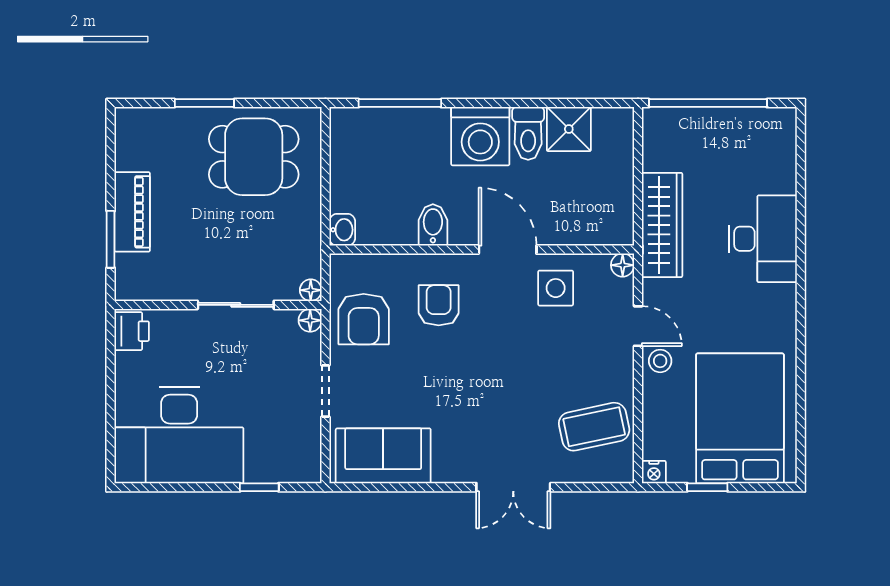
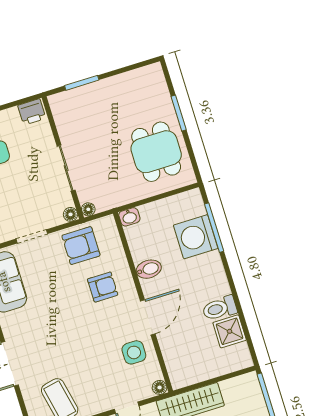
washing machine: (480, 136) -> (196, 237), moved
piano: (132, 212) -> (102, 91), removed

